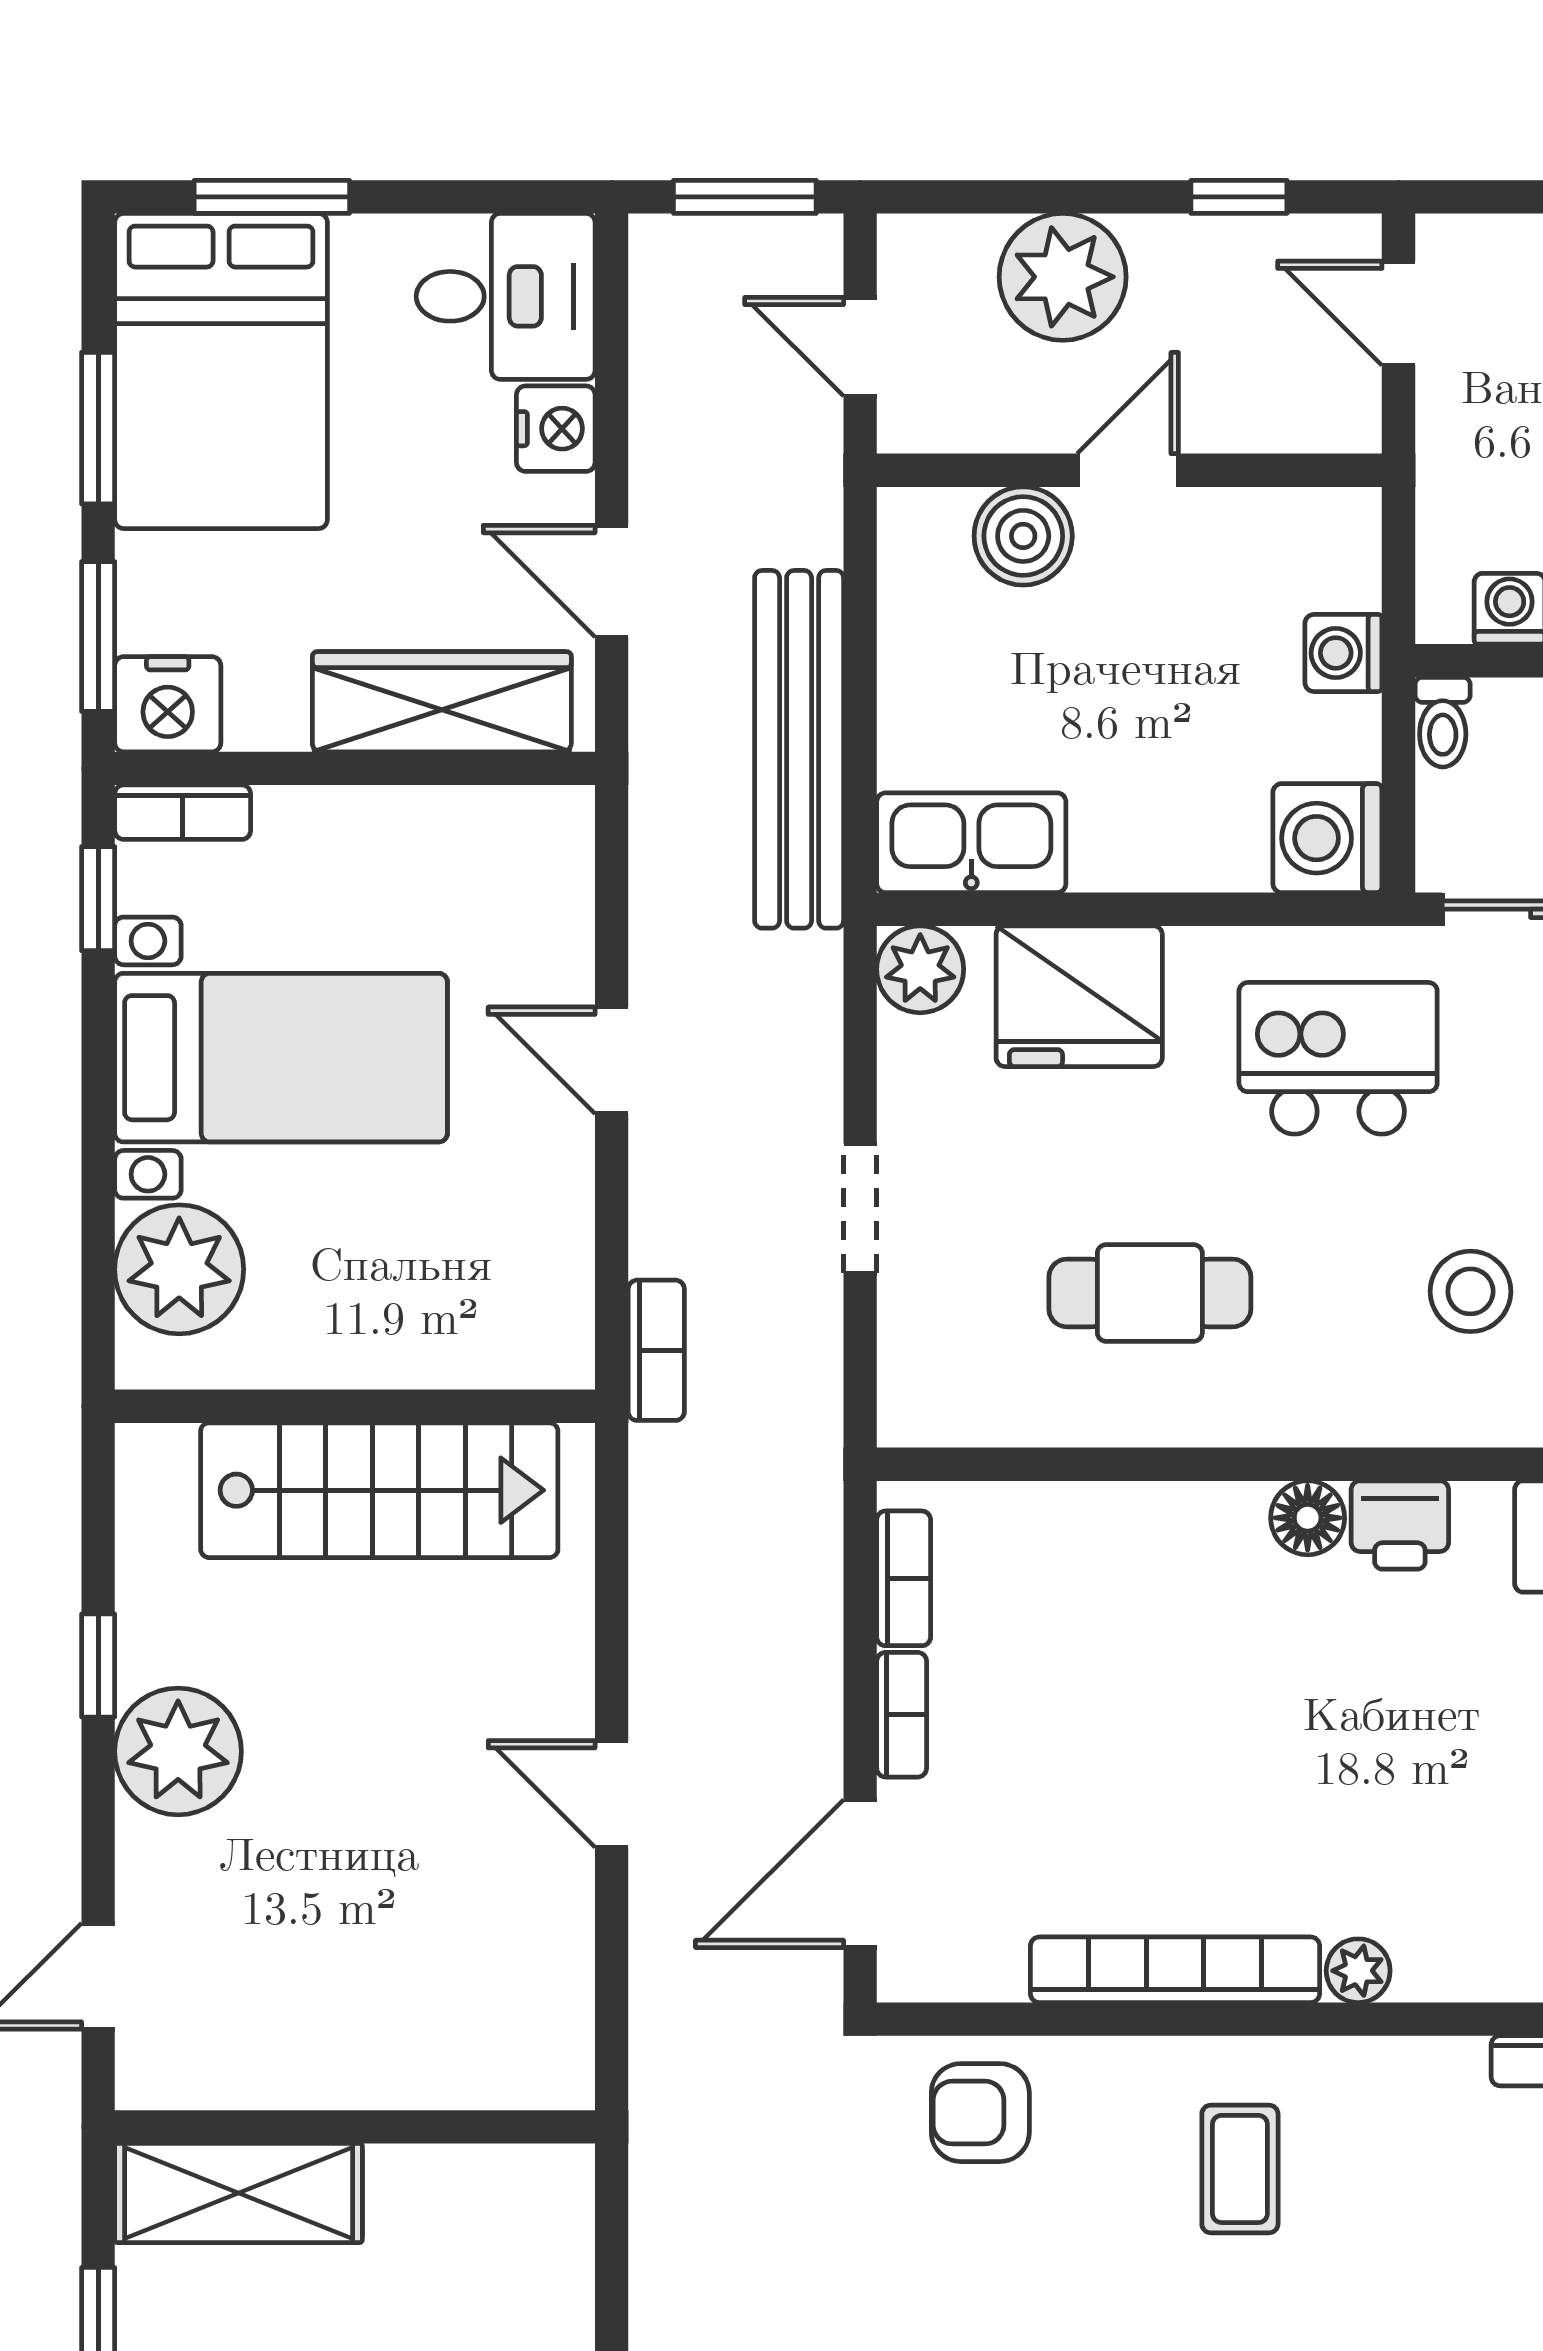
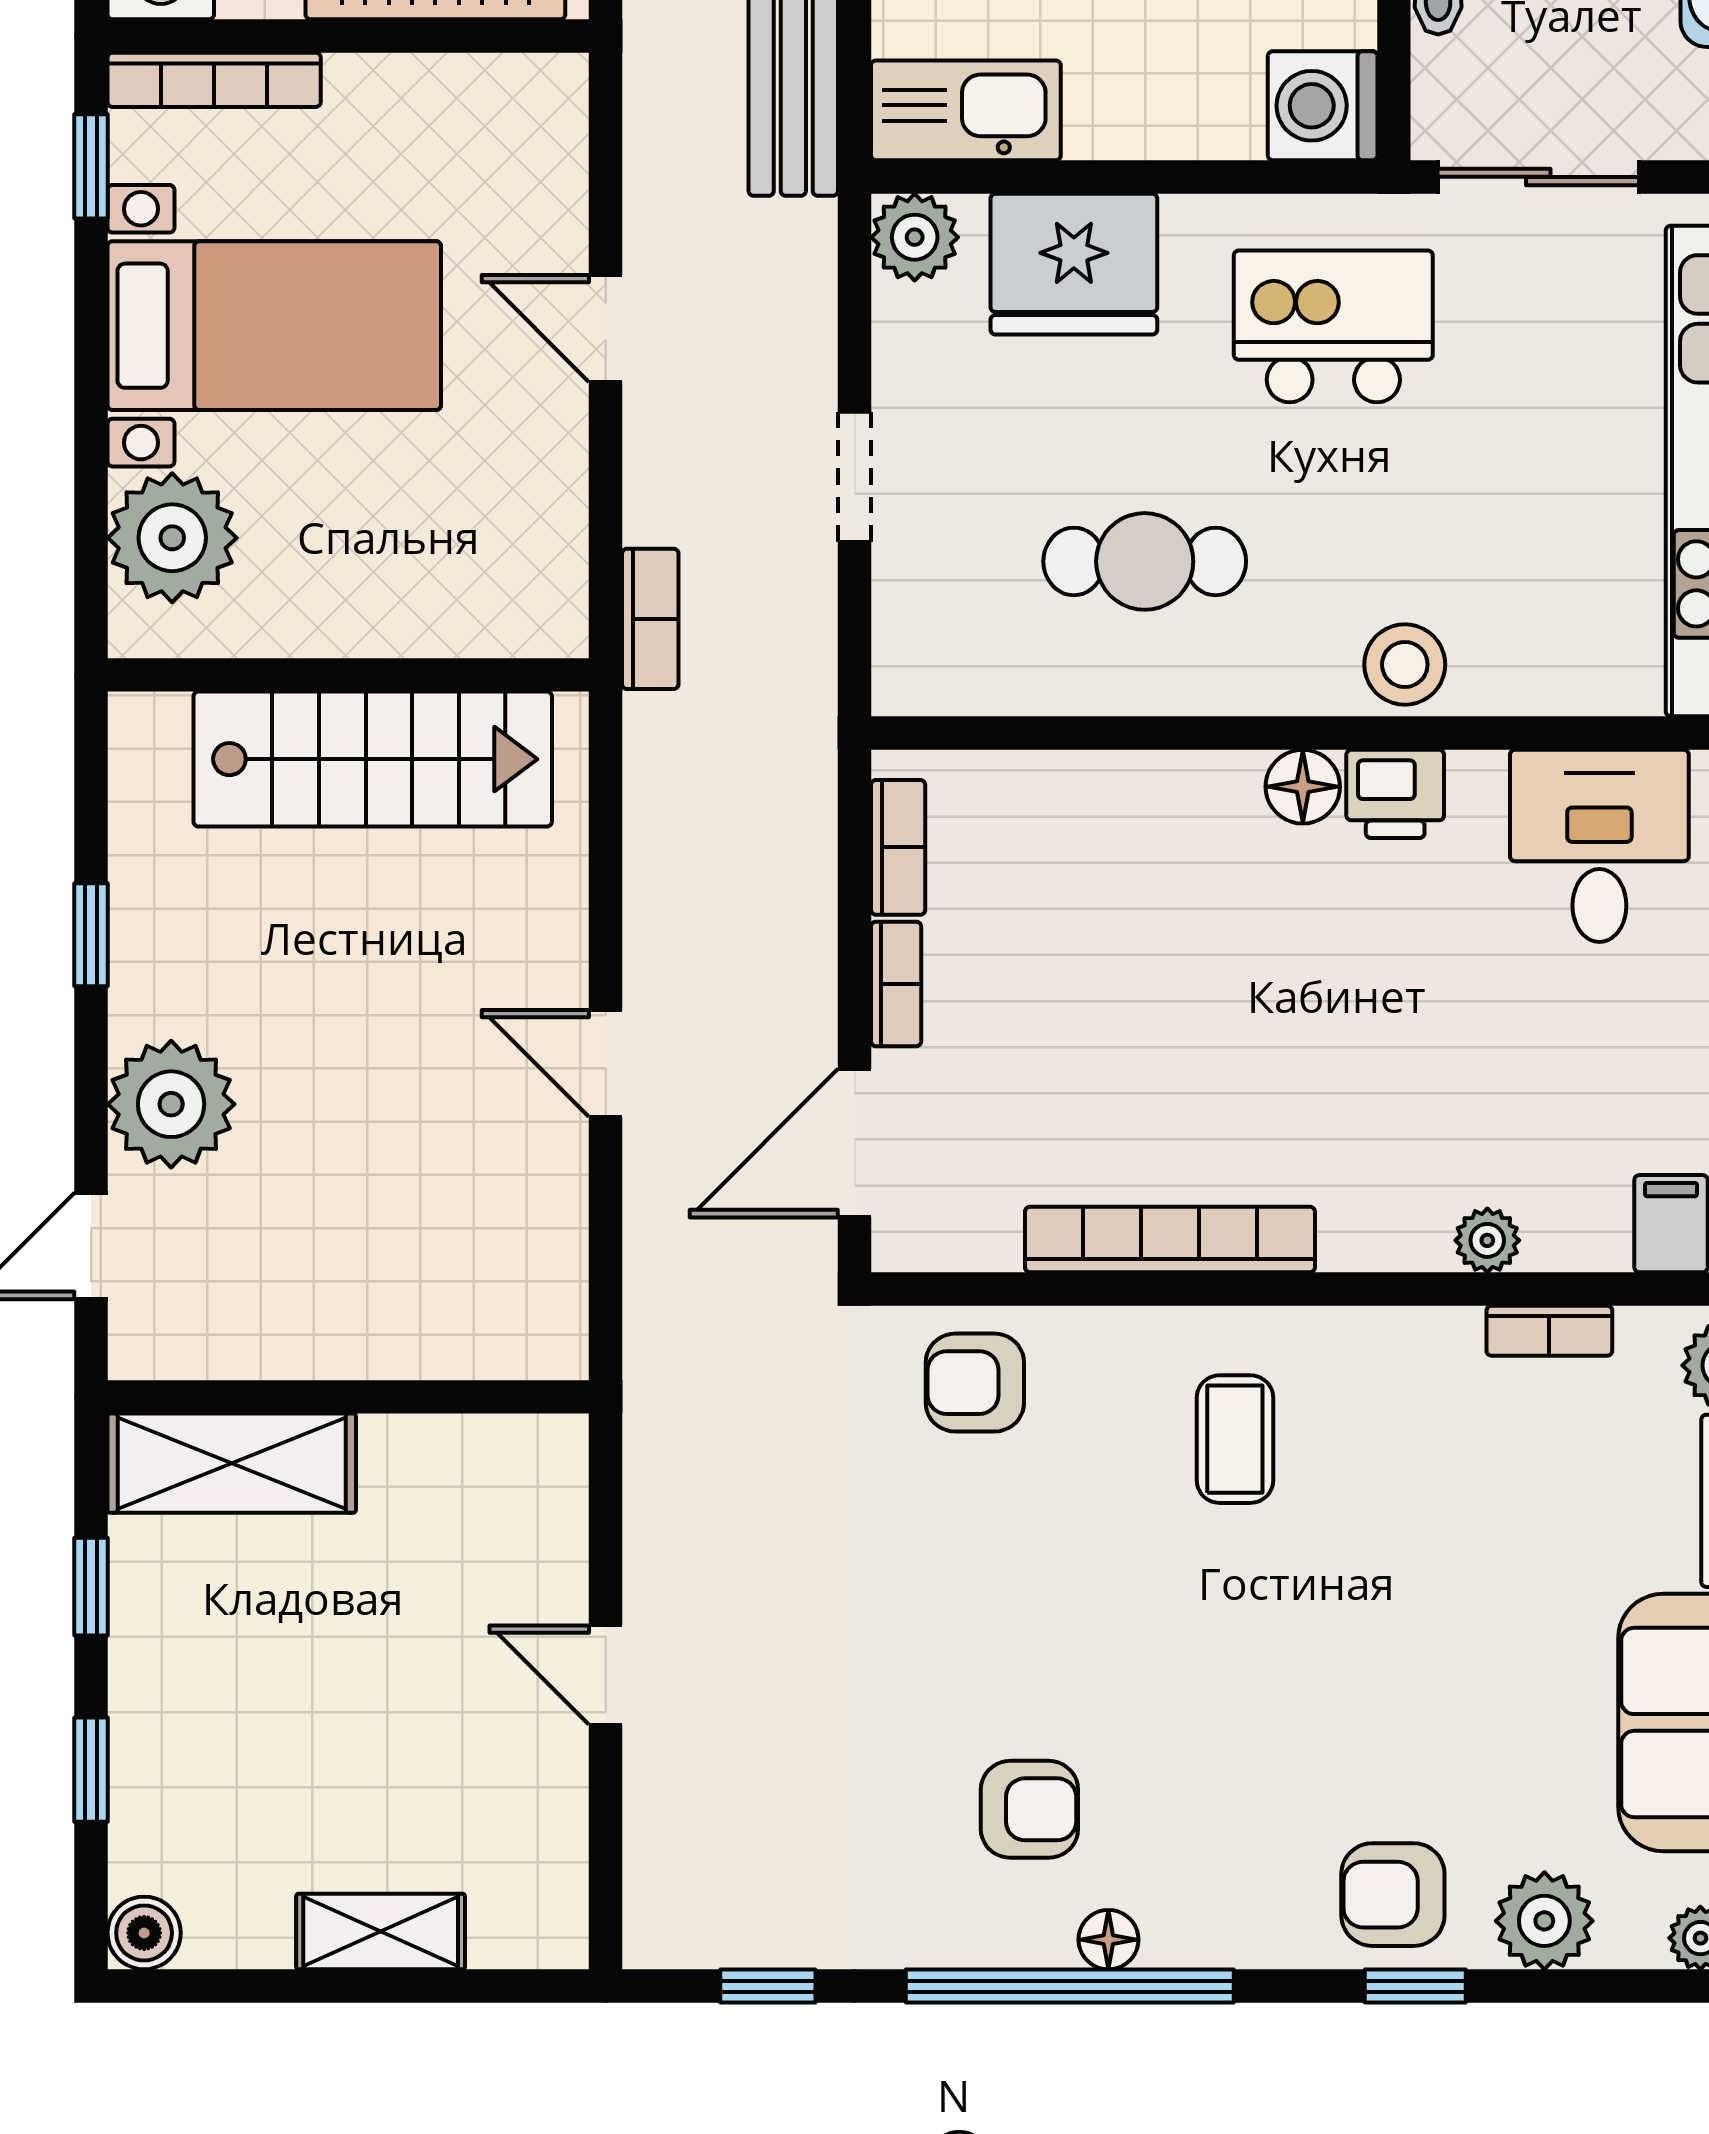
bookcase: (183, 812) -> (214, 80), width x1.56
stool: (1470, 1291) -> (1405, 665), moved
plant: (178, 1751) -> (171, 1104), moved
plant: (1358, 1971) -> (1487, 1240), moved

